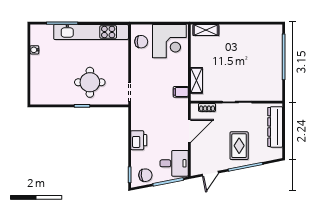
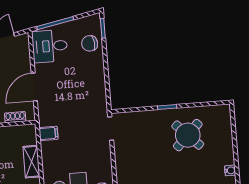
shelving: (197, 80) -> (31, 162), moved
round table: (90, 82) -> (188, 135), moved, turned 45
printer: (139, 140) -> (95, 71), removed
chair: (145, 175) -> (90, 43), moved

